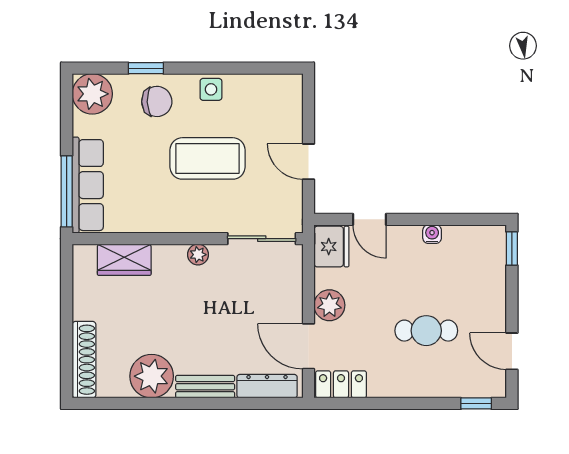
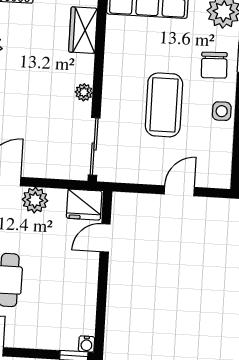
door: (308, 162) -> (179, 191), moved
water cooler: (432, 234) -> (86, 344), moved, turned 90

